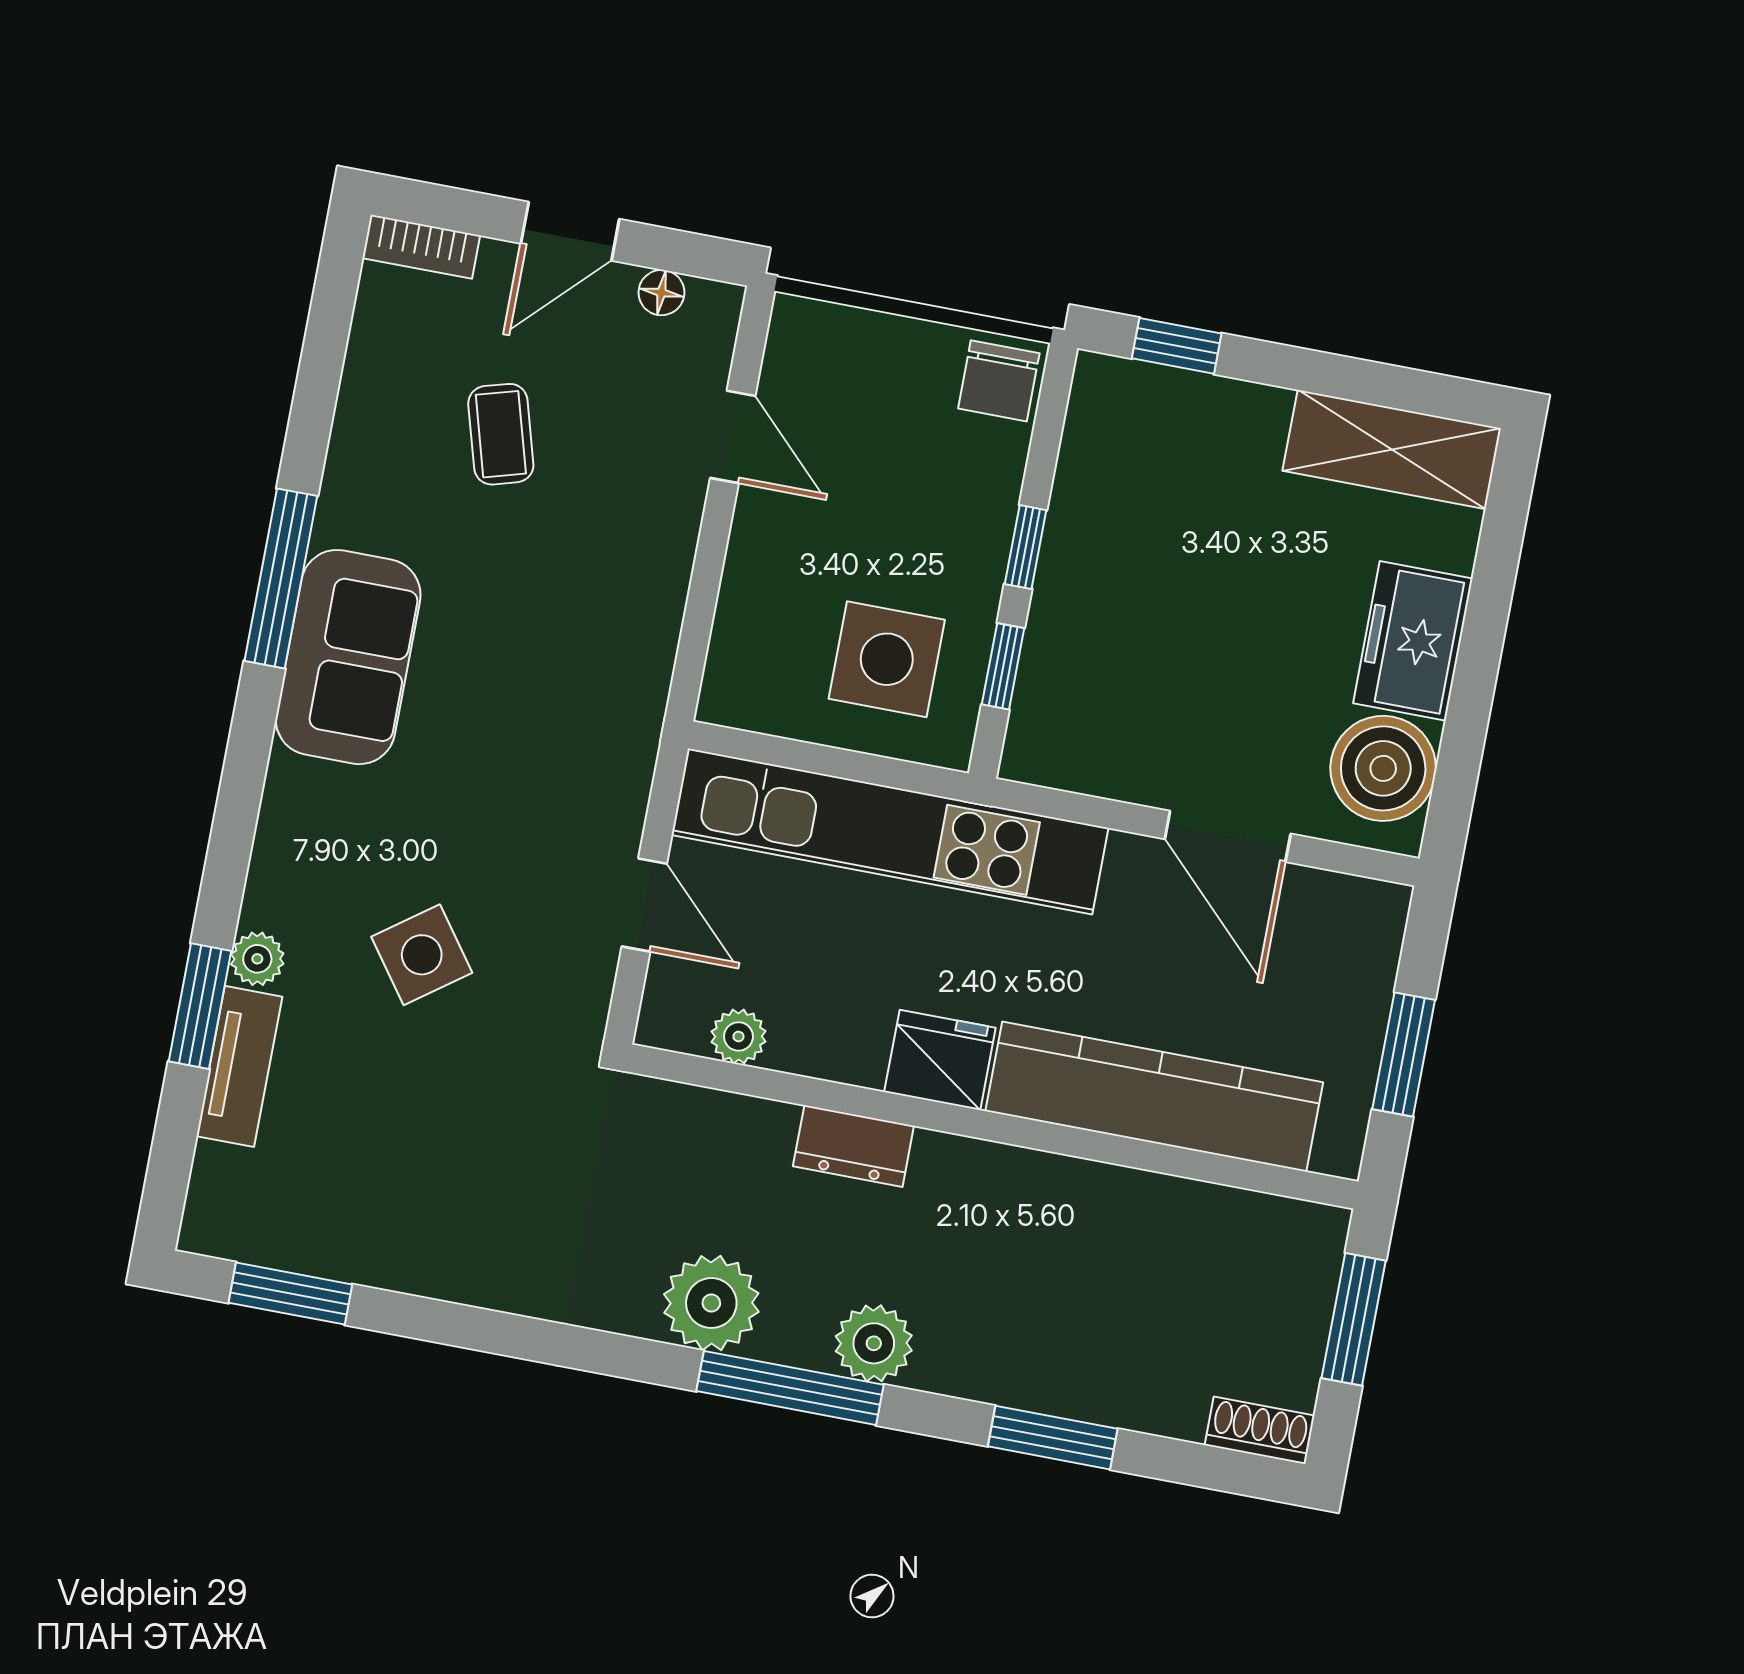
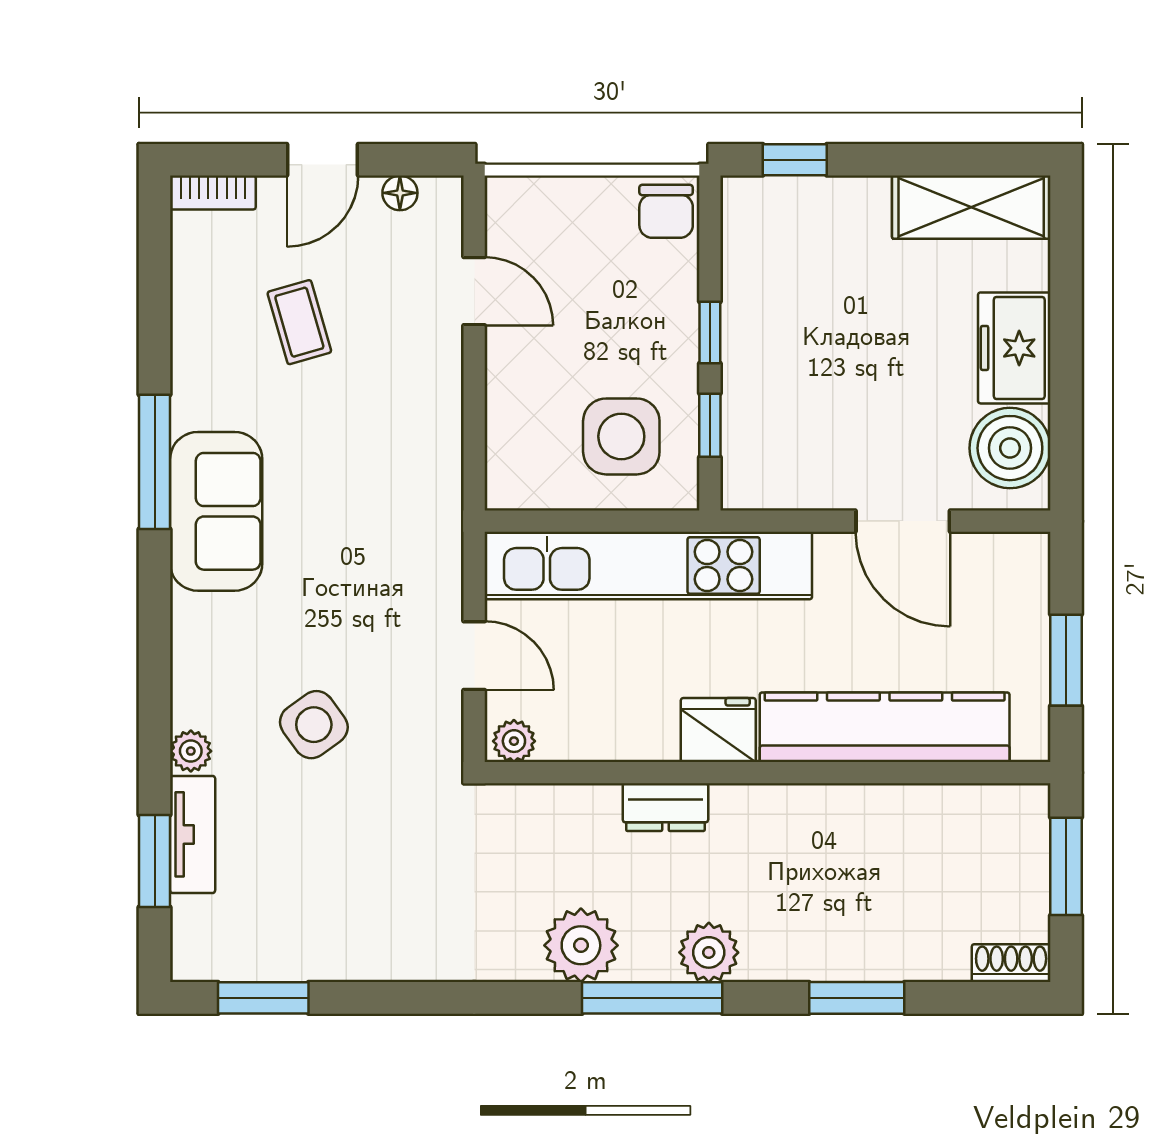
window: (200, 1006) -> (155, 861), moved
plant: (738, 1036) -> (514, 741), moved

